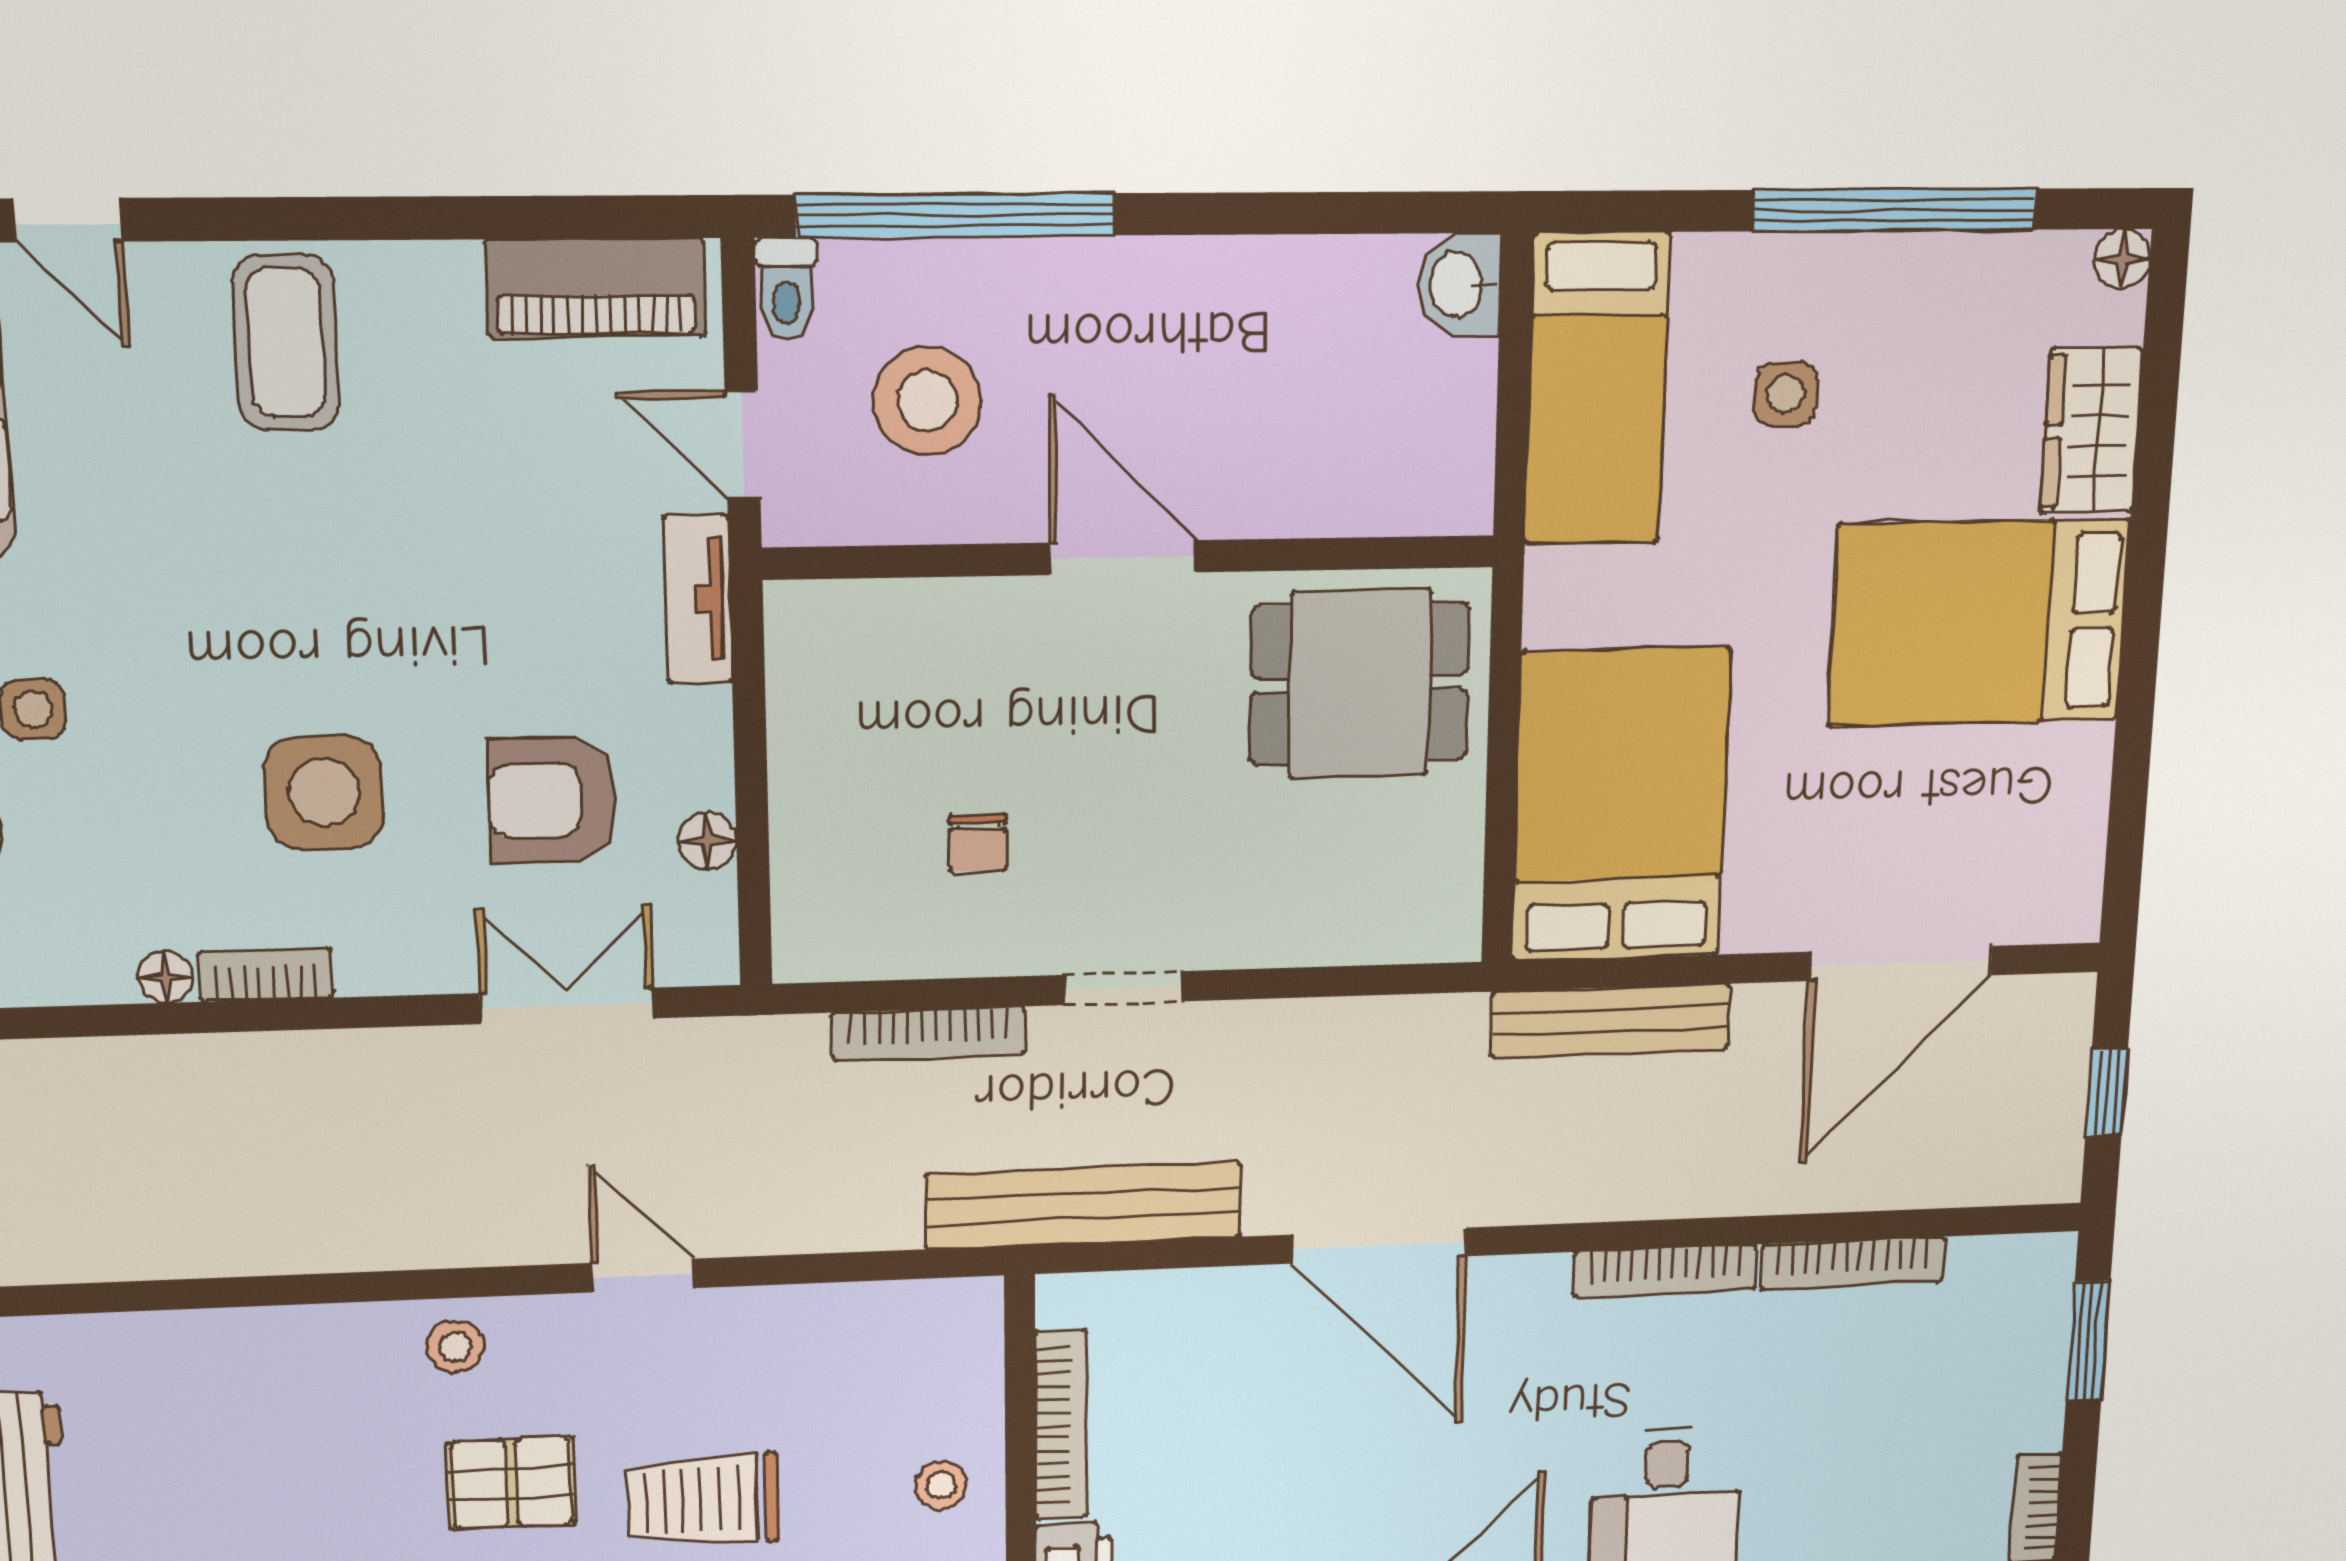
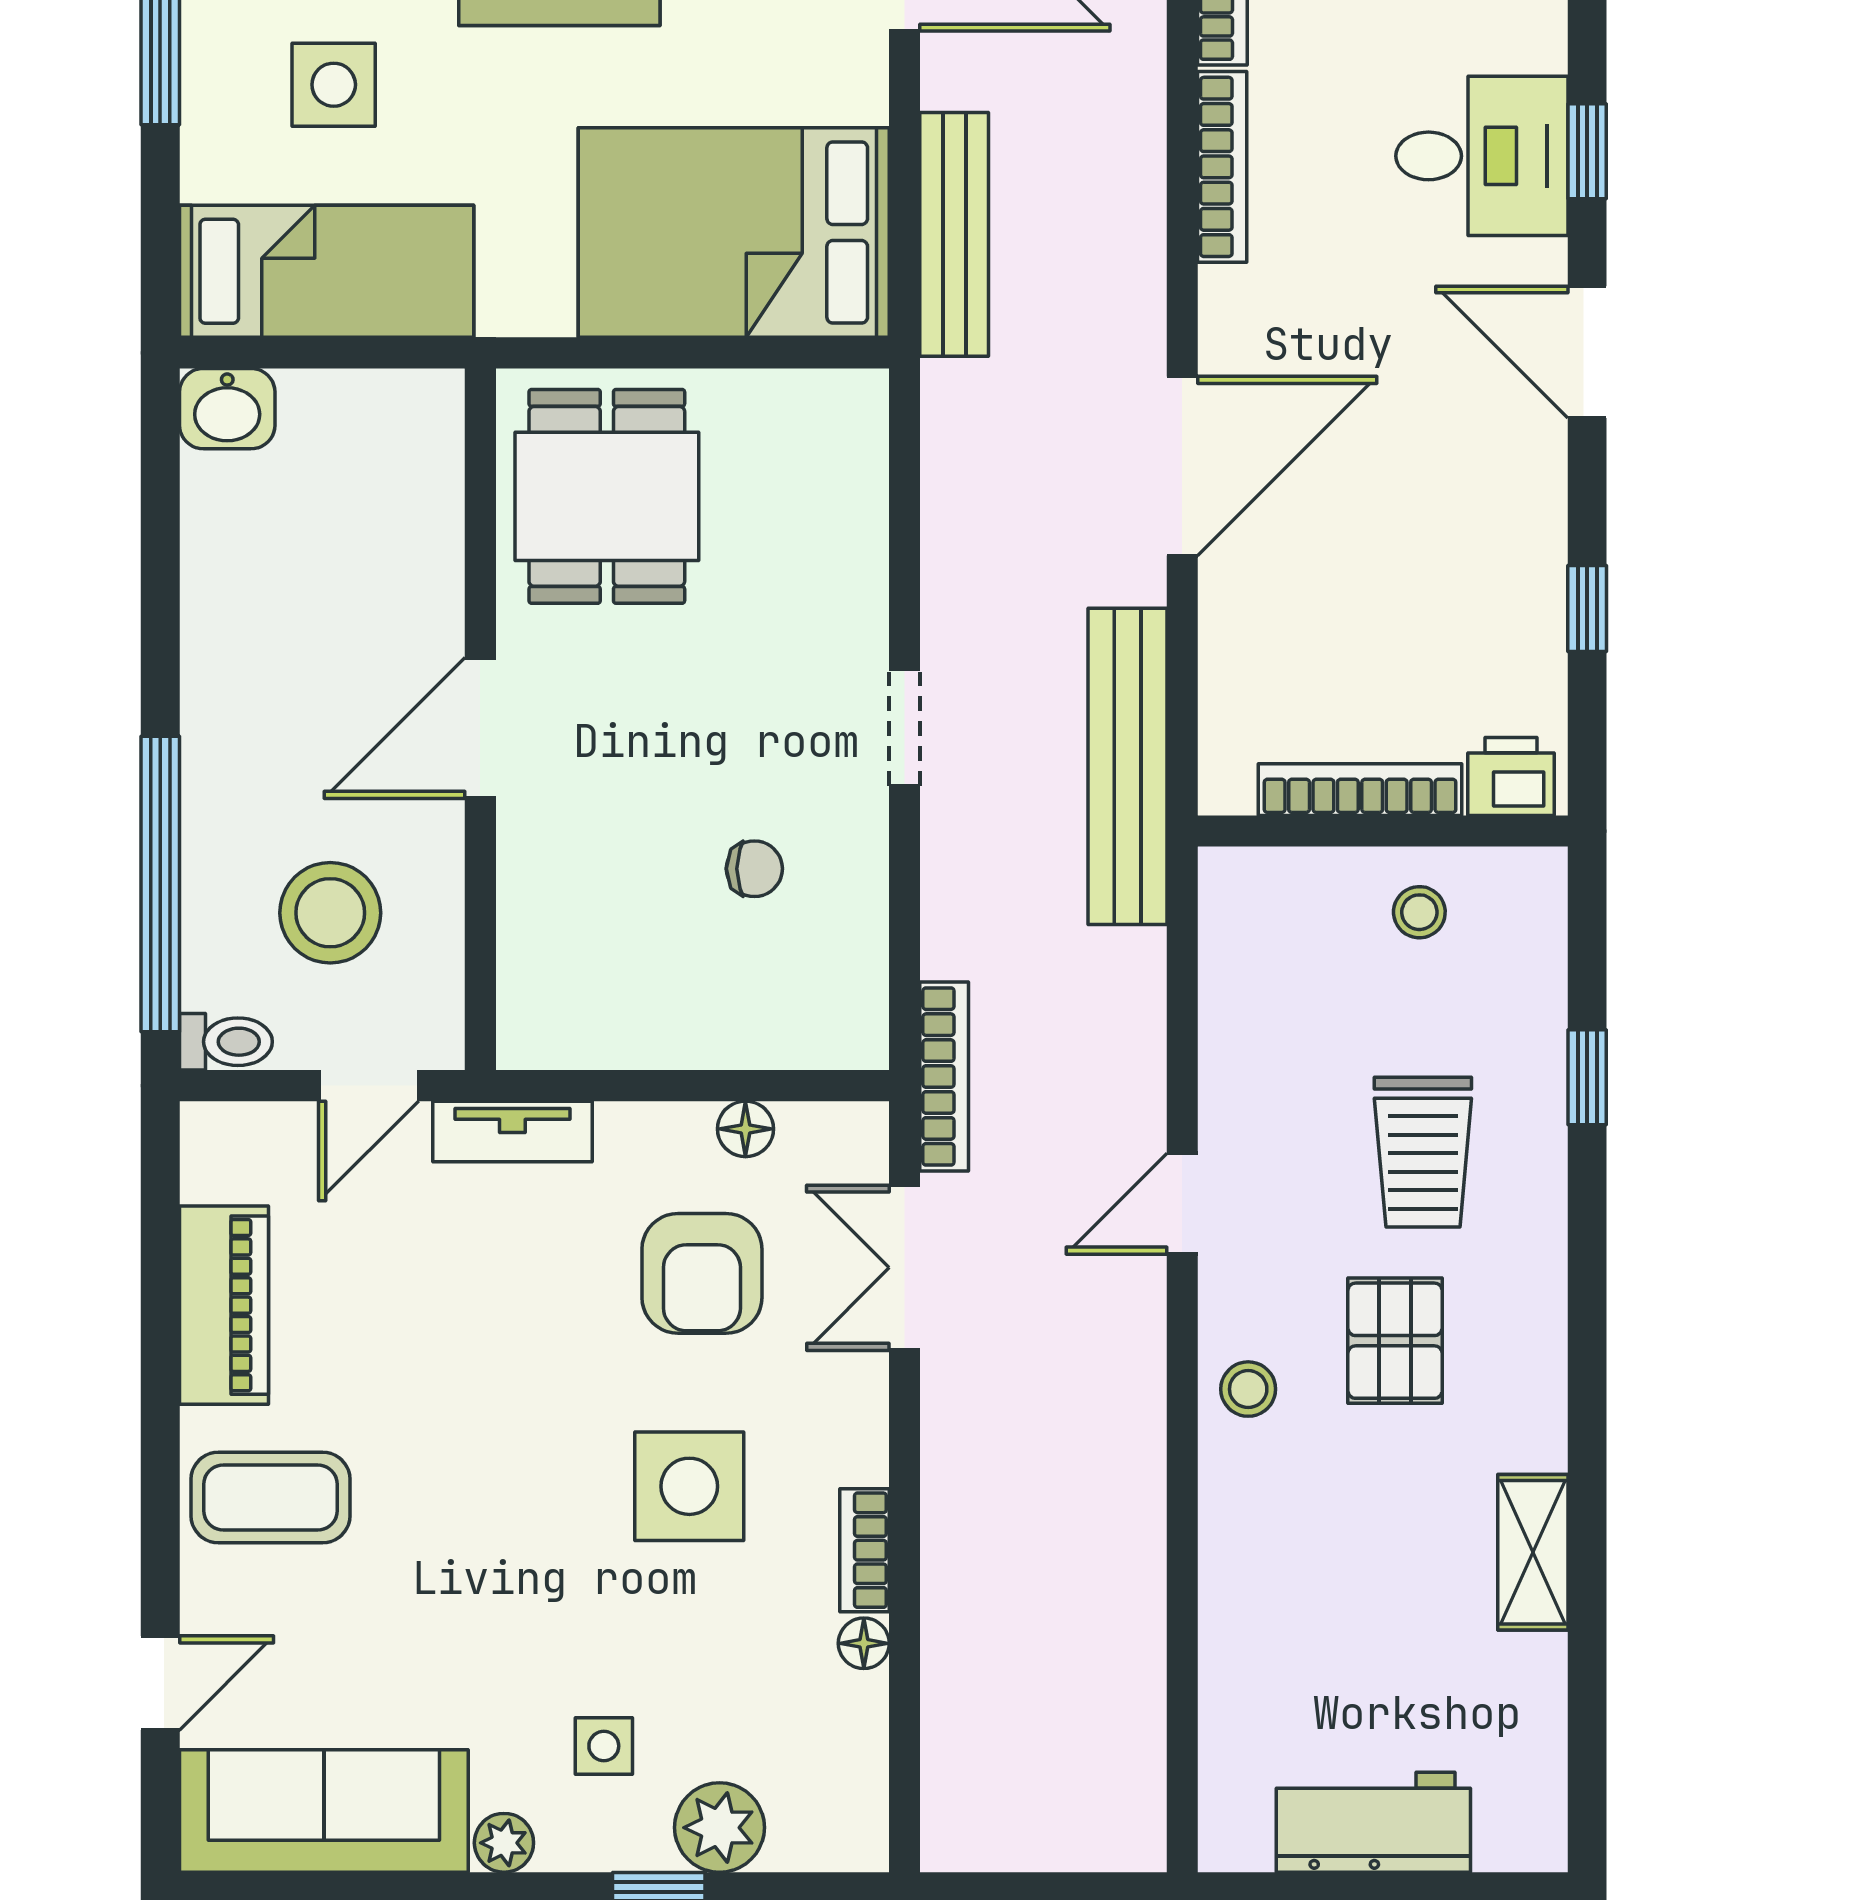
piano: (596, 288) -> (224, 1305), moved
side table: (1785, 394) -> (334, 85), width x1.37, depth x1.37
bookcase: (929, 1033) -> (944, 1077), moved

